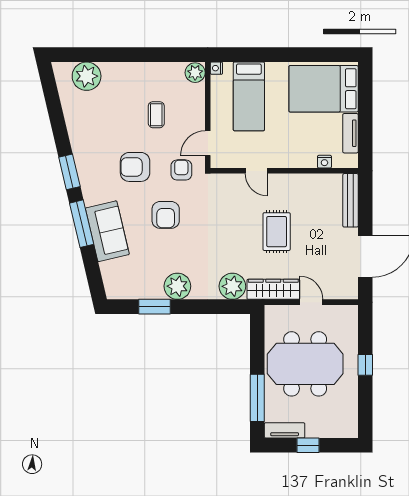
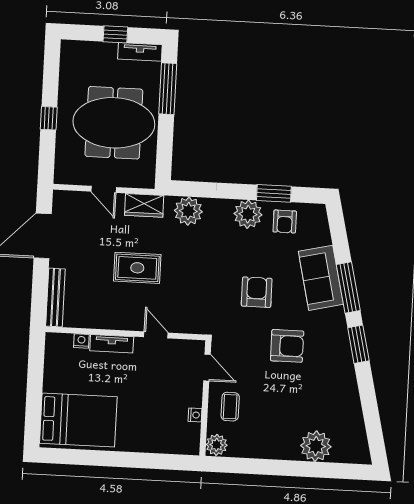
nightstand: (216, 68) -> (195, 415), moved
plant: (87, 76) -> (316, 446), moved
bed: (249, 96) -> (160, 416), removed
coffee table: (156, 115) -> (230, 407), moved
tv unit: (350, 133) -> (112, 344), moved, turned 90
door: (208, 143) -> (207, 368), hinge flipped
armchair: (181, 170) -> (285, 222), moved
rug: (277, 232) -> (137, 268), turned 90
wardrobe: (273, 289) -> (144, 205), width x0.67

